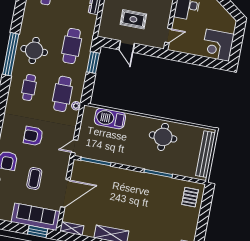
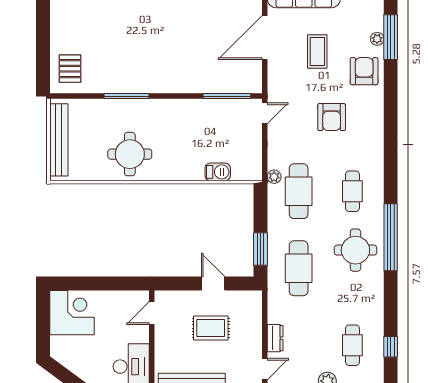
barbecue: (110, 118) -> (218, 172), width x0.53, depth x0.65
armchair: (33, 136) -> (332, 117), turned 90

